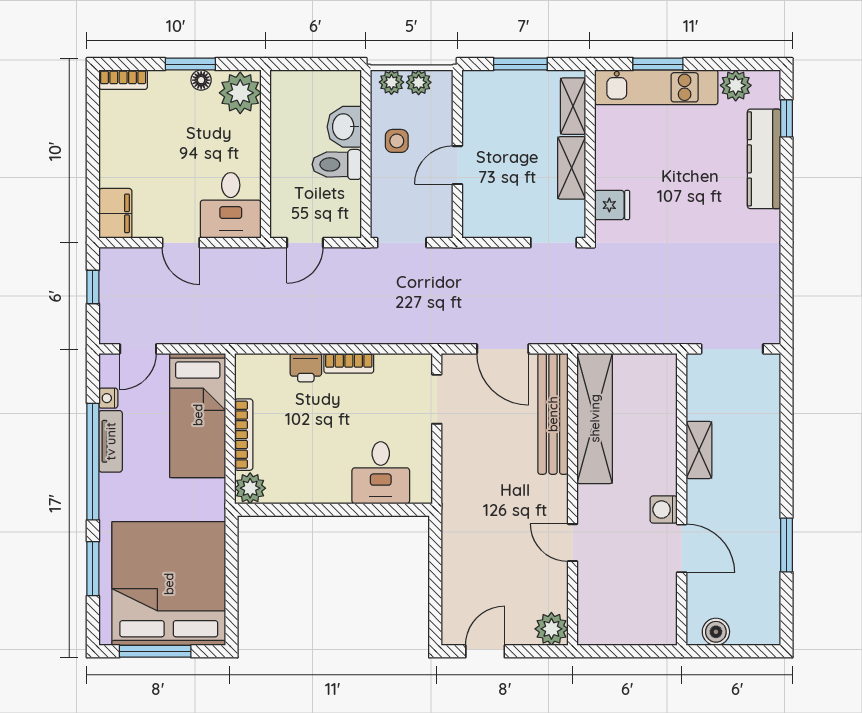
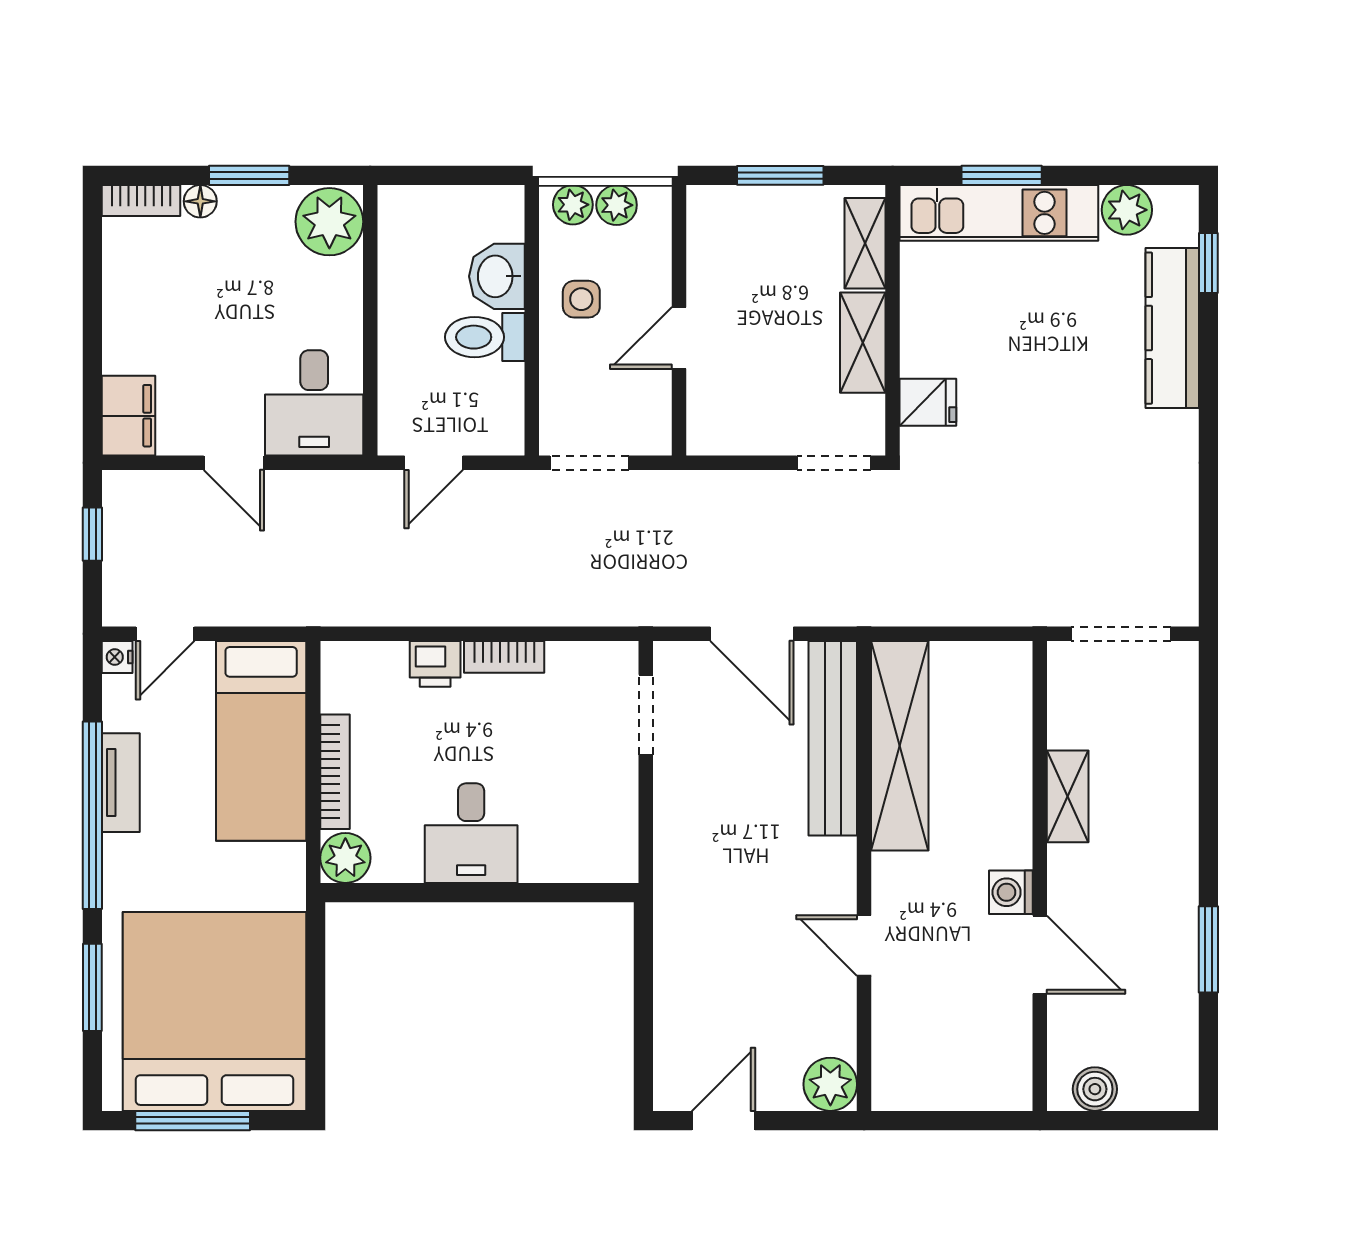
floor lamp: (201, 80) -> (200, 201), moved
nightstand: (108, 398) -> (117, 657), moved
desk: (381, 473) -> (471, 833), moved

